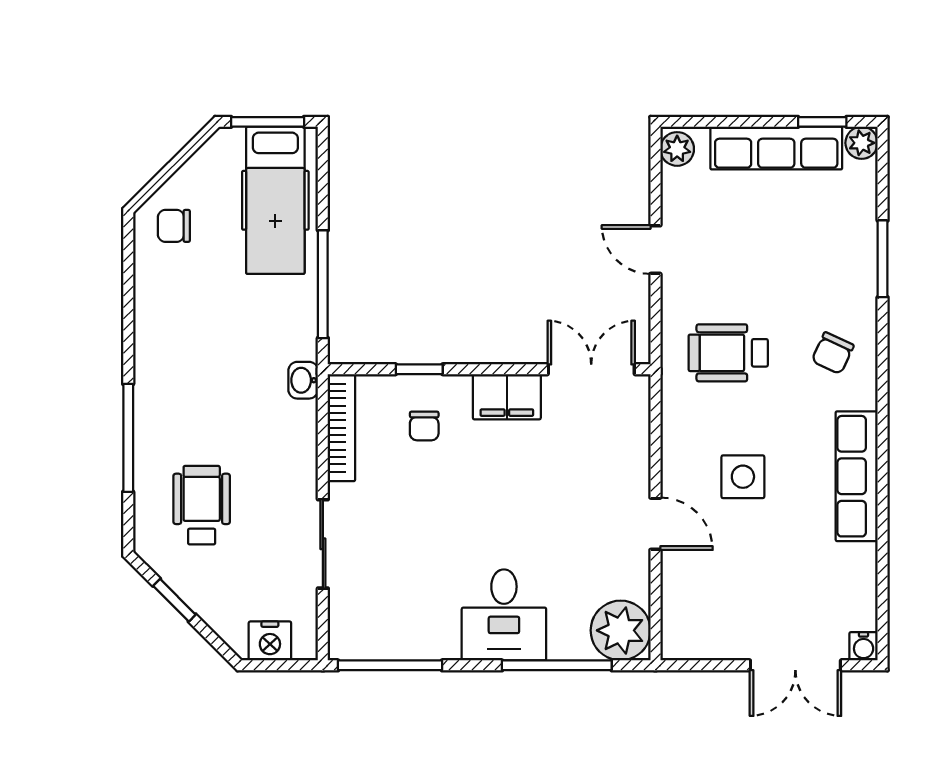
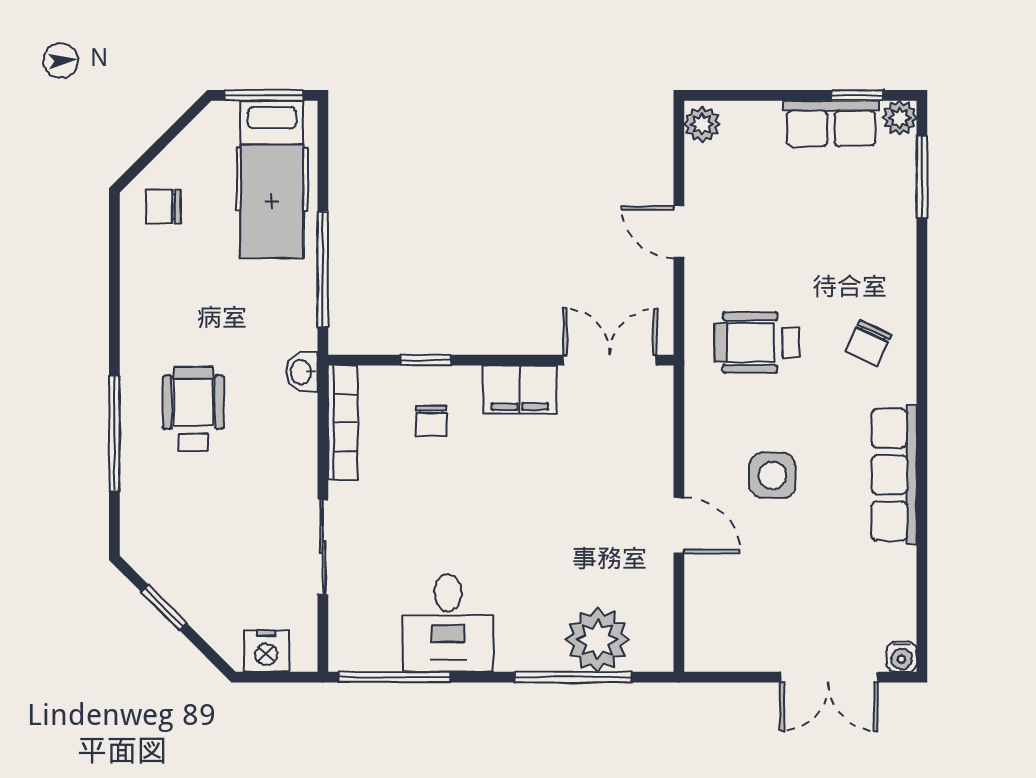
row of seats: (776, 148) -> (831, 123), width x0.68
window: (883, 259) -> (922, 176), moved
wheelchair: (202, 505) -> (193, 409), moved
desk: (504, 615) -> (448, 623), moved
plant: (621, 630) -> (597, 640), moved

